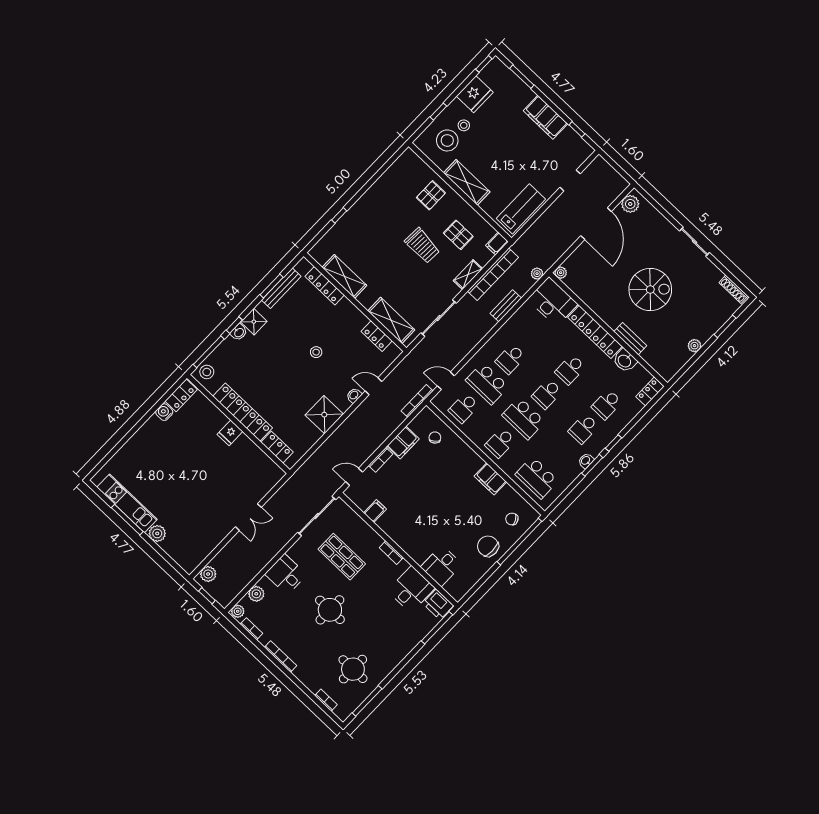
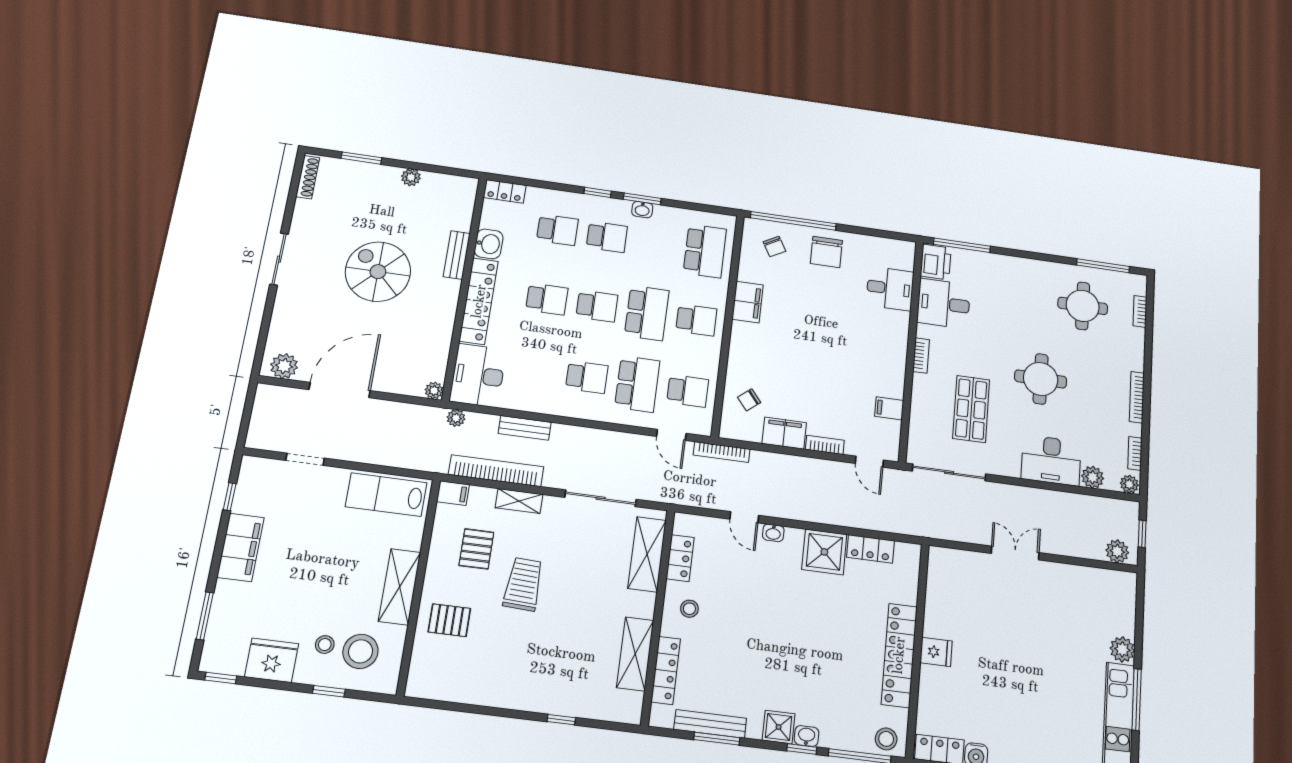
stool: (316, 352) -> (689, 609), moved
locker: (277, 447) -> (870, 549), moved, turned -90
desk: (286, 574) -> (1051, 460), width x1.37

